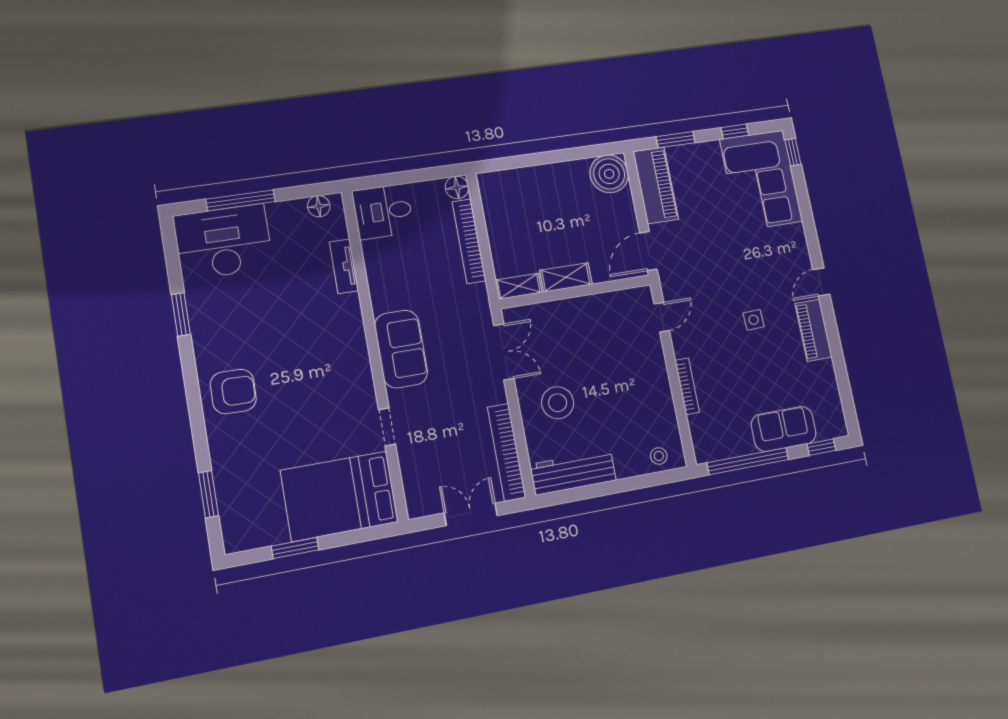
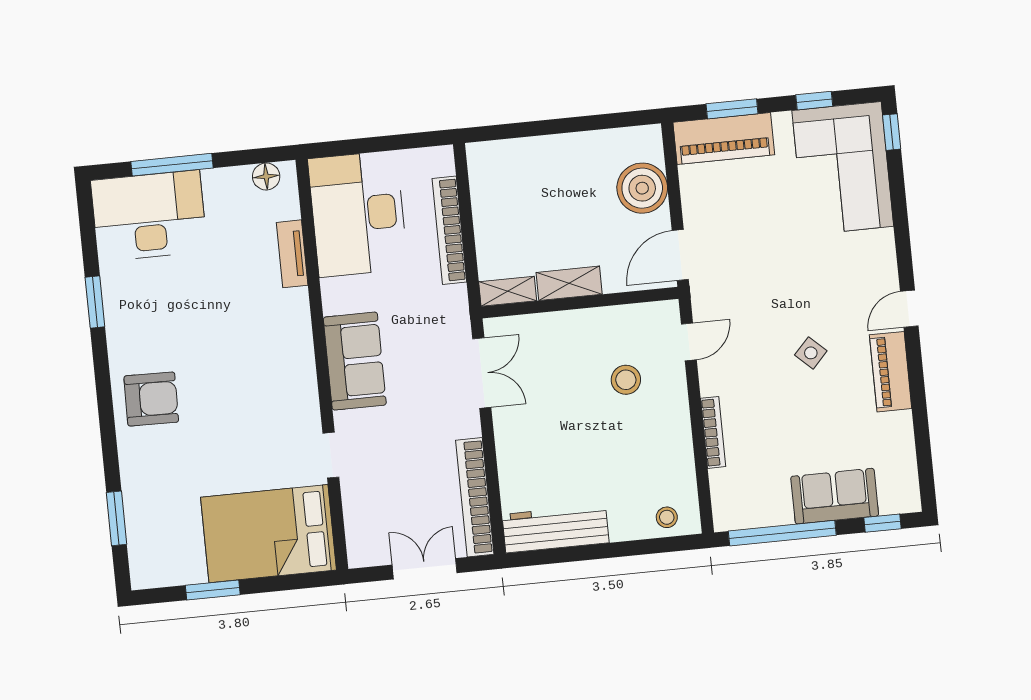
boiler: (609, 174) -> (642, 188), moved
piano: (656, 185) -> (724, 138), moved, turned 90
floor lamp: (457, 187) -> (440, 160), removed
desk: (383, 212) -> (358, 214), width x1.87, depth x1.30
side table: (754, 320) -> (811, 353), turned 45
stool: (558, 403) -> (626, 380), moved, width x0.73, depth x0.73

